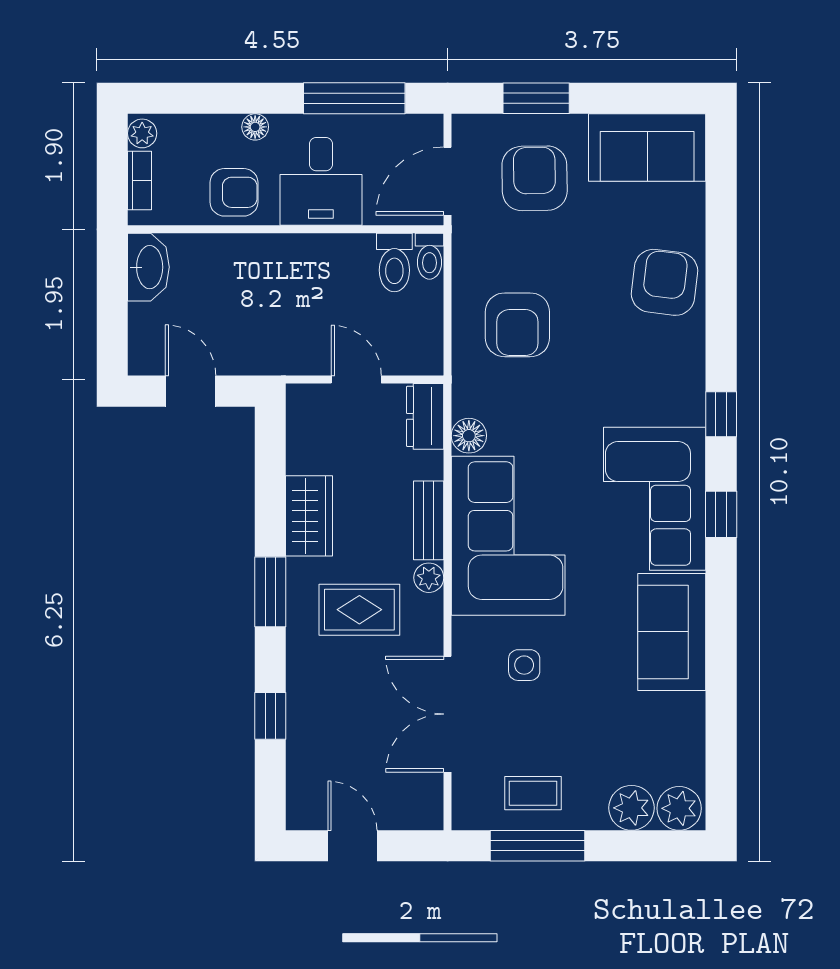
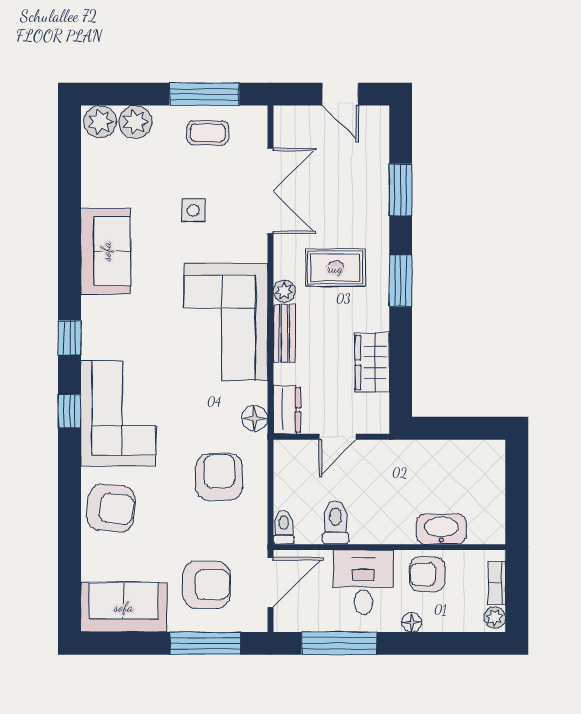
window: (536, 98) -> (205, 643), width x1.44
armchair: (535, 178) -> (207, 585), turned -89
toilet: (394, 263) -> (335, 523), moved
washbasin: (148, 267) -> (441, 529), moved, turned 90
armchair: (665, 282) -> (111, 508), turned -90
door: (356, 380) -> (337, 437), hinge flipped
door: (190, 391) -> (459, 428), removed
floor lamp: (469, 436) -> (255, 418), moved
corner sofa: (655, 499) -> (118, 413), moved
wardrobe: (309, 516) -> (372, 362), moved
side table: (524, 665) -> (193, 210), moved
window: (270, 716) -> (401, 190), width x1.50

